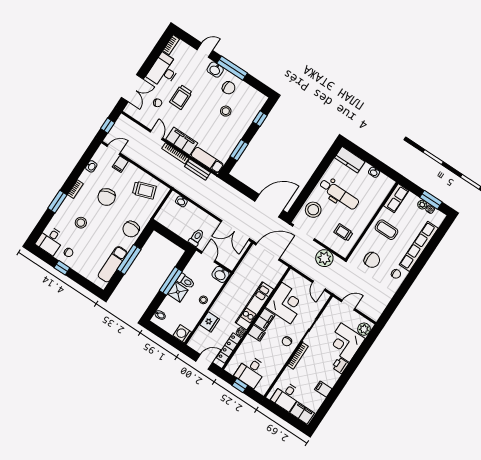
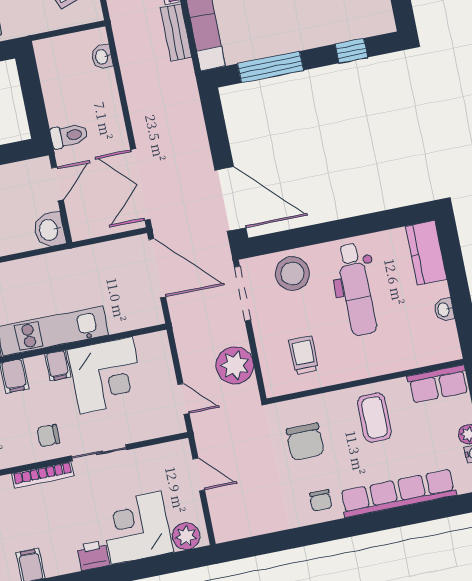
window: (239, 150) -> (270, 67), width x1.44
door: (319, 286) -> (184, 399), swing flipped
filing cabinet: (265, 320) -> (58, 365), width x0.50

